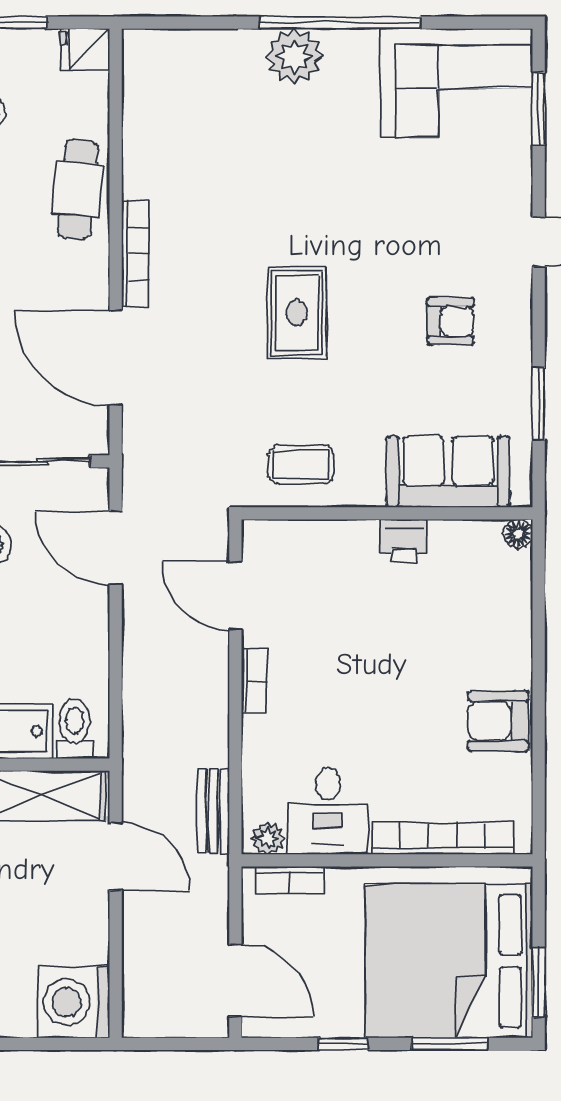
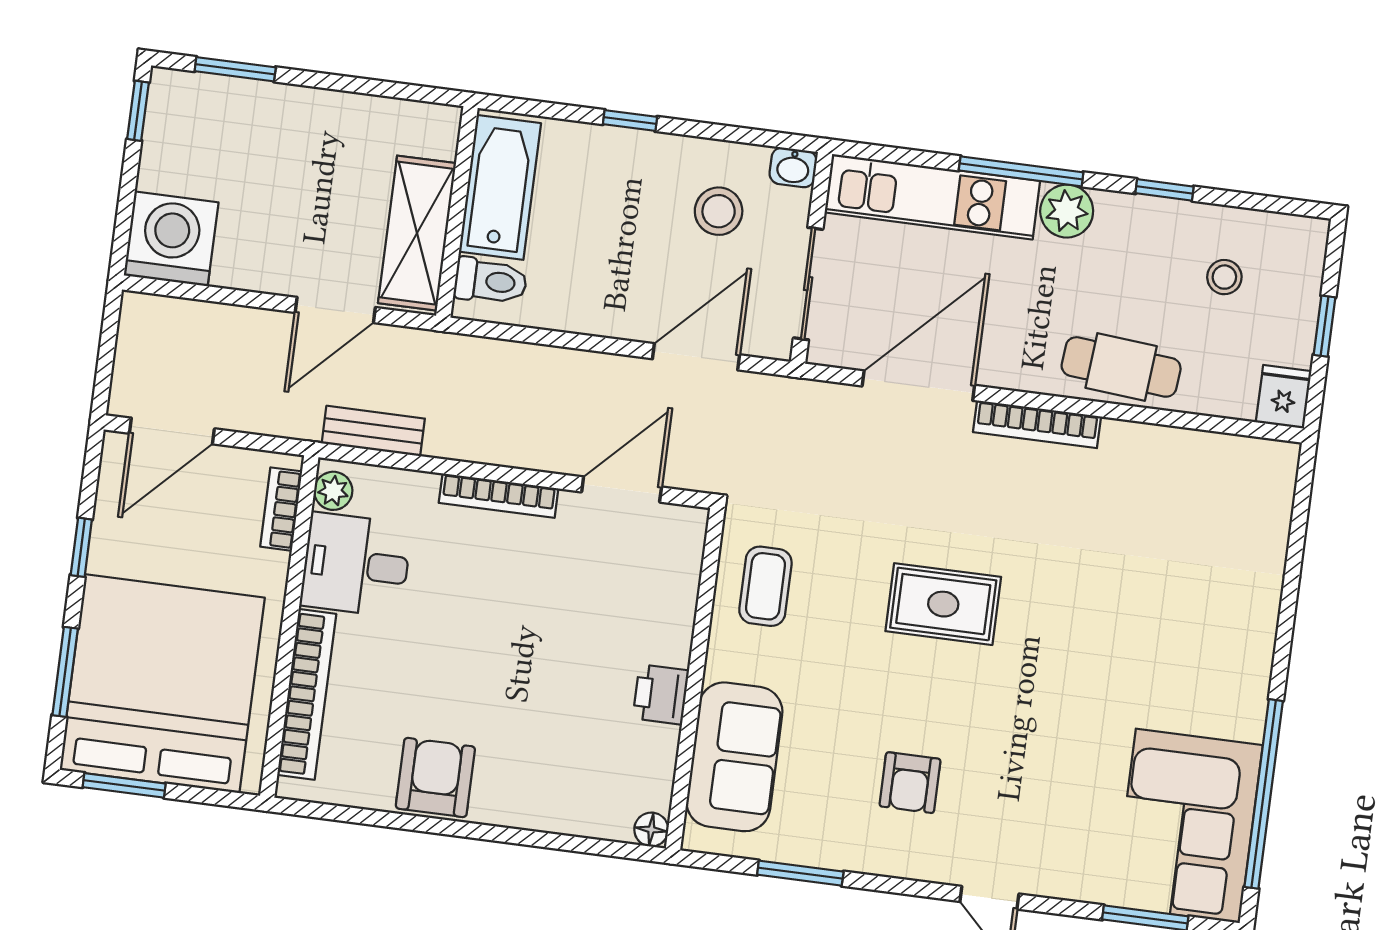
window: (340, 23) -> (1264, 794), moved
plant: (294, 56) -> (1243, 640), removed
bookcase: (254, 681) -> (499, 496), width x1.56

